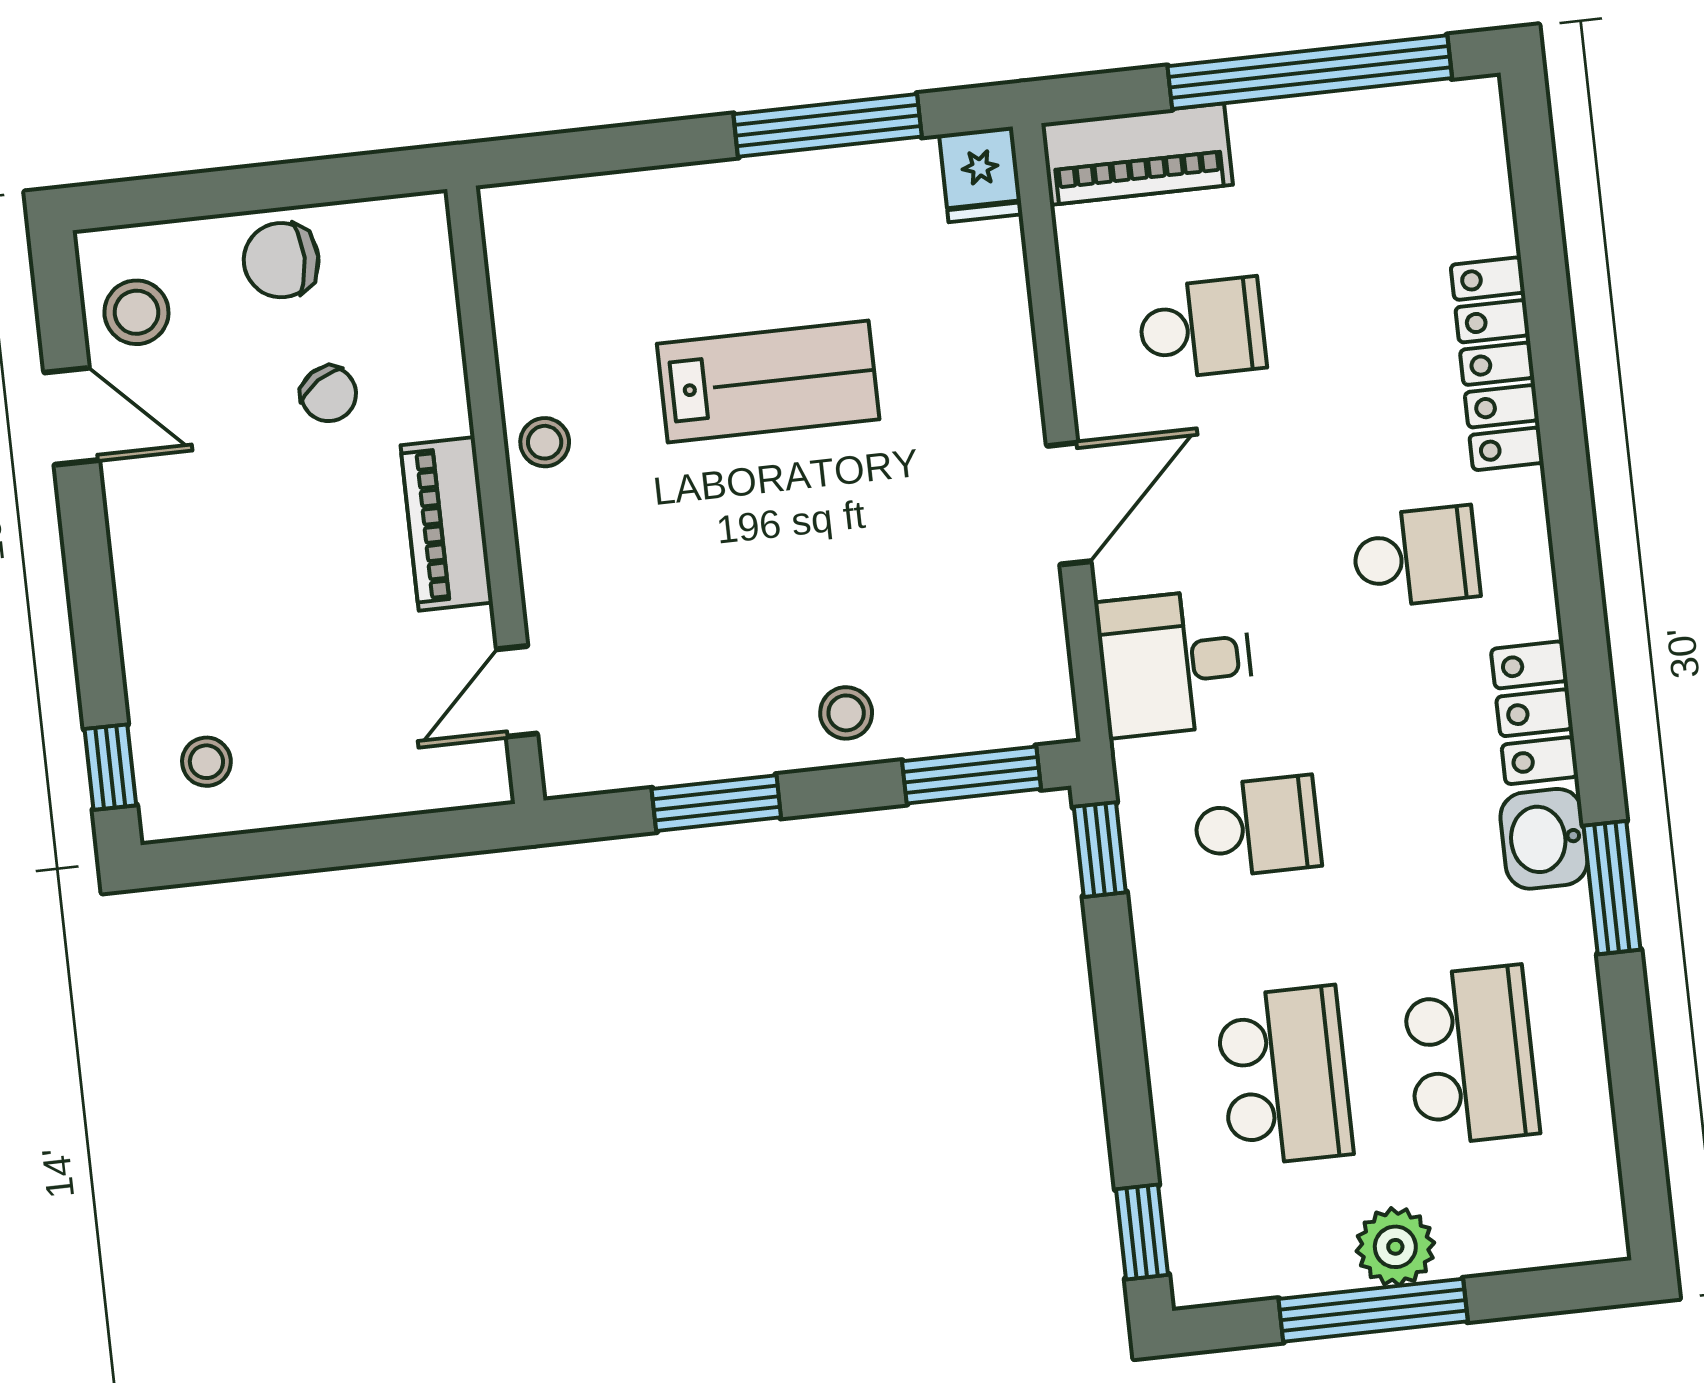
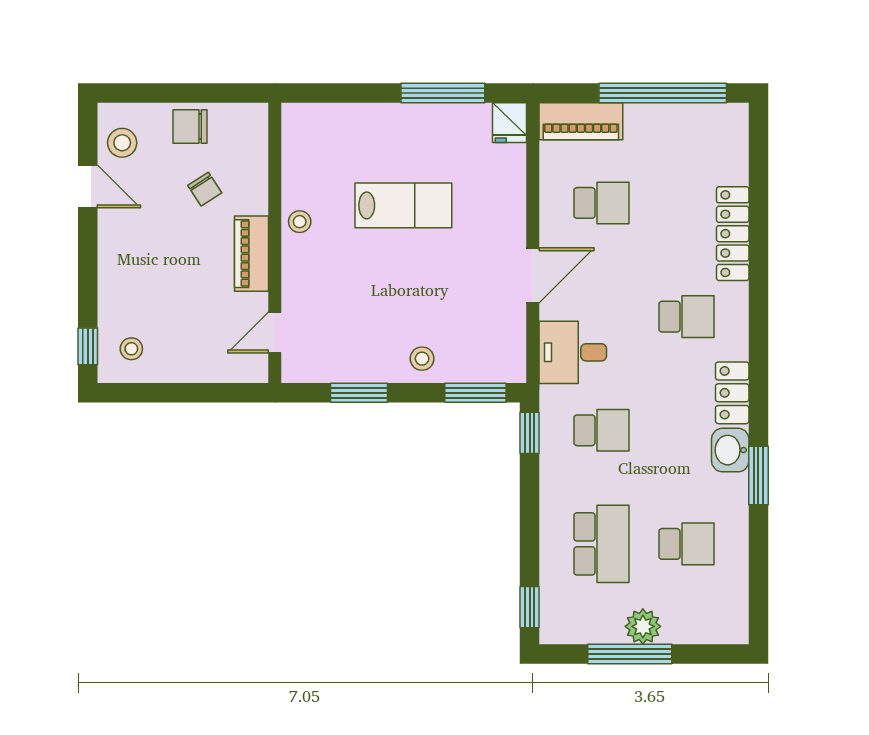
school desk: (1471, 1055) -> (686, 544), width x0.54

